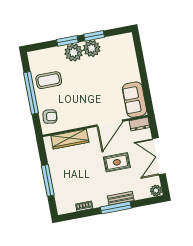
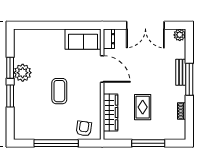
plant: (74, 52) -> (23, 92), removed
coffee table: (49, 80) -> (59, 91), moved
rug: (117, 162) -> (143, 107), moved

